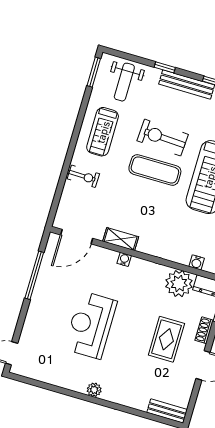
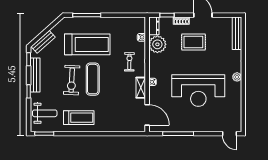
exercise bike: (83, 176) -> (129, 62), moved
reception desk: (91, 325) -> (198, 91), width x1.36, depth x1.30
bench: (167, 411) -> (237, 33), width x1.36

